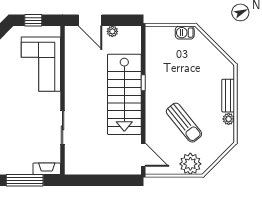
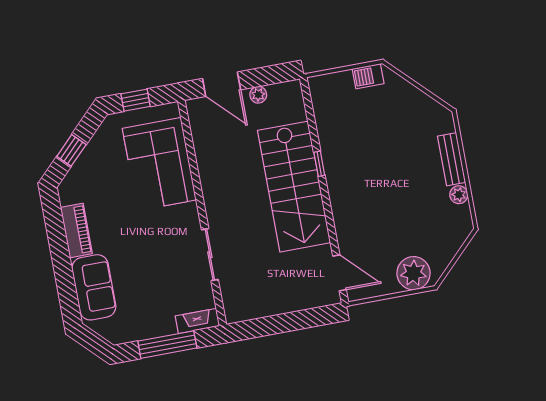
sun lounger: (184, 123) -> (392, 213), removed

